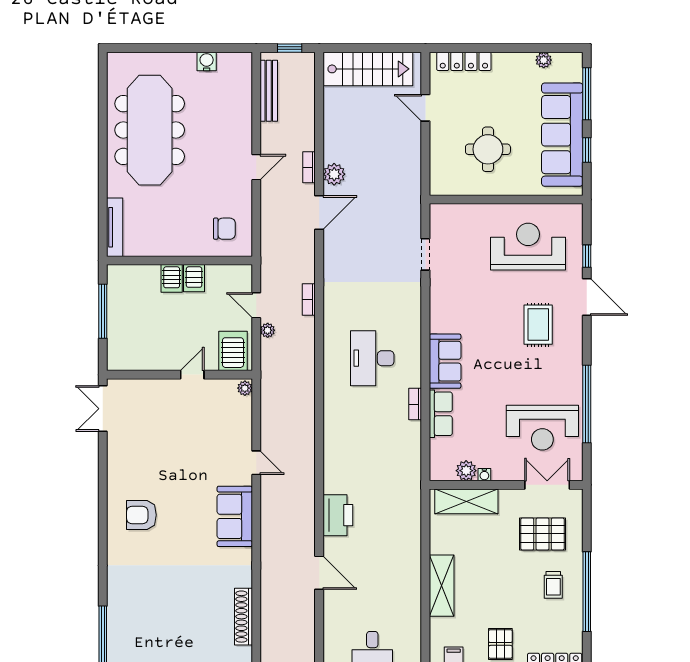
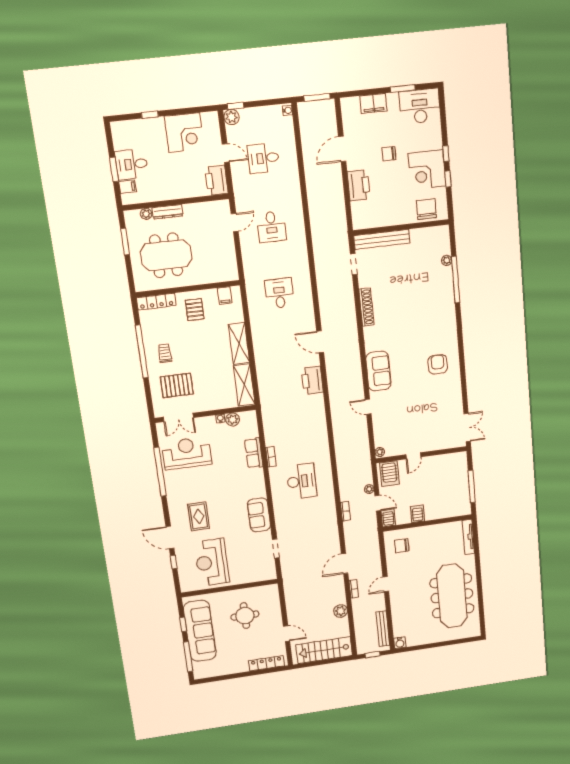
plant: (544, 60) -> (218, 672), removed
water cooler: (207, 61) -> (400, 643), moved
plant: (334, 174) -> (341, 611), moved
reception desk: (528, 247) -> (212, 562), turned 90
server rack: (172, 278) -> (388, 518), moved
sofa: (445, 361) -> (259, 515), moved
shelving: (466, 501) -> (244, 385), moved, turned 90
armchair: (141, 515) -> (438, 364), turned -90

